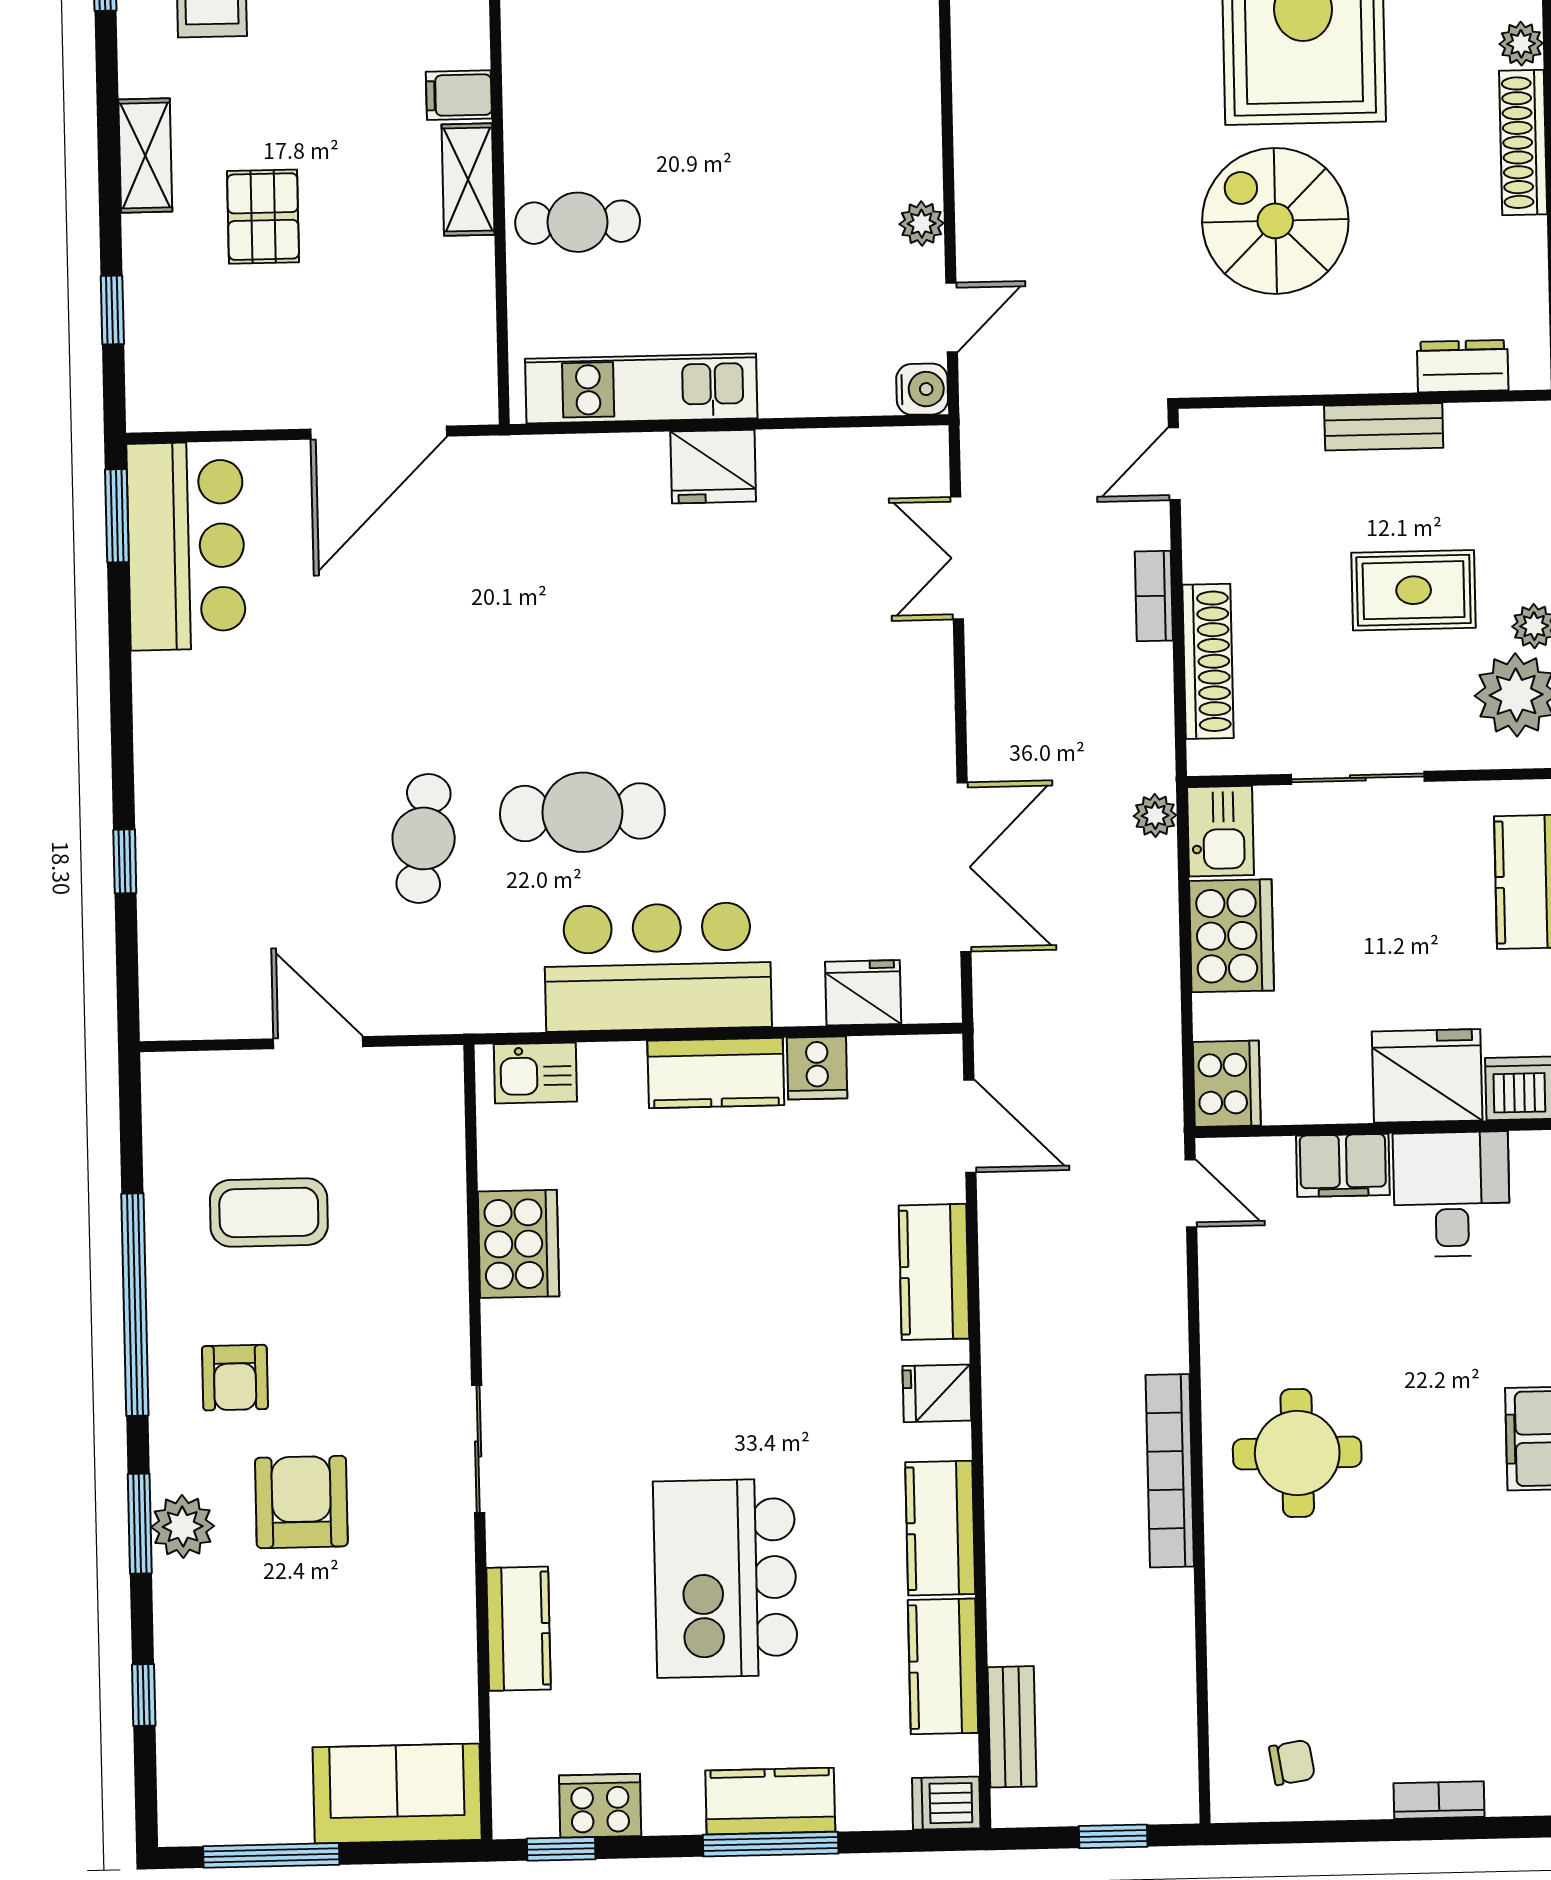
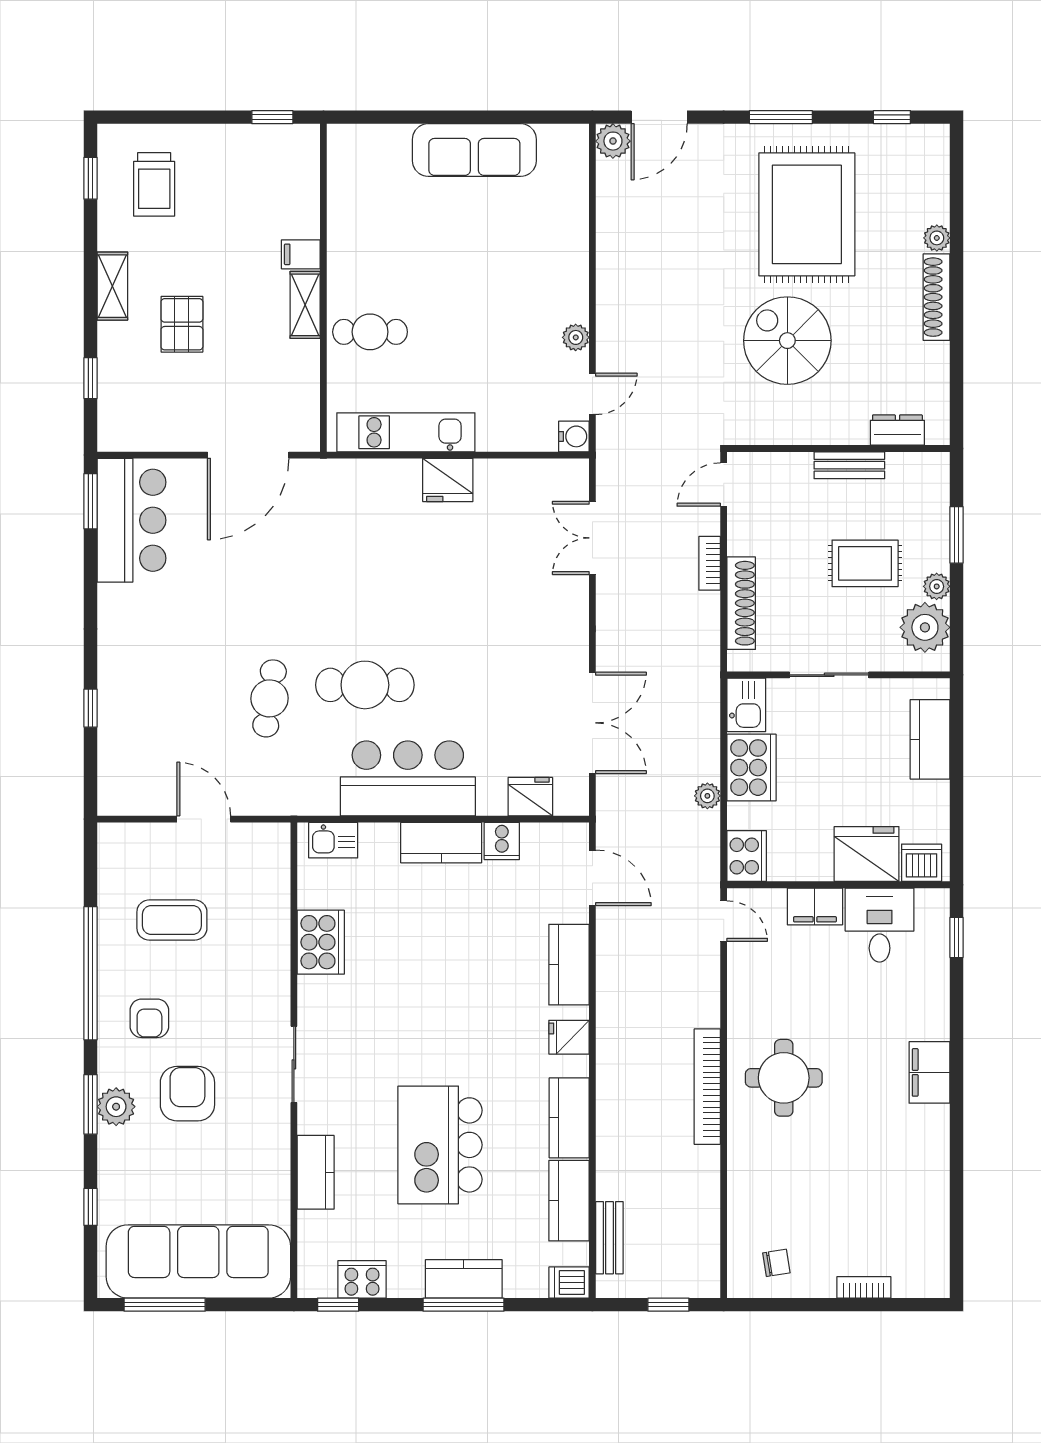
plant: (1155, 816) -> (707, 796), moved
sofa: (397, 1793) -> (198, 1261), width x1.85, depth x1.27

